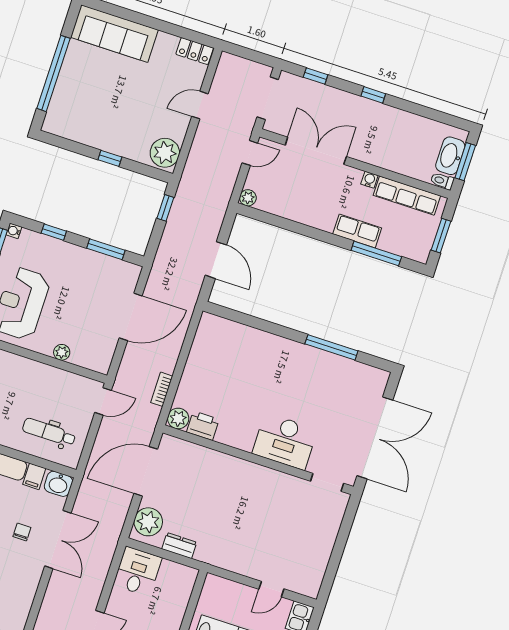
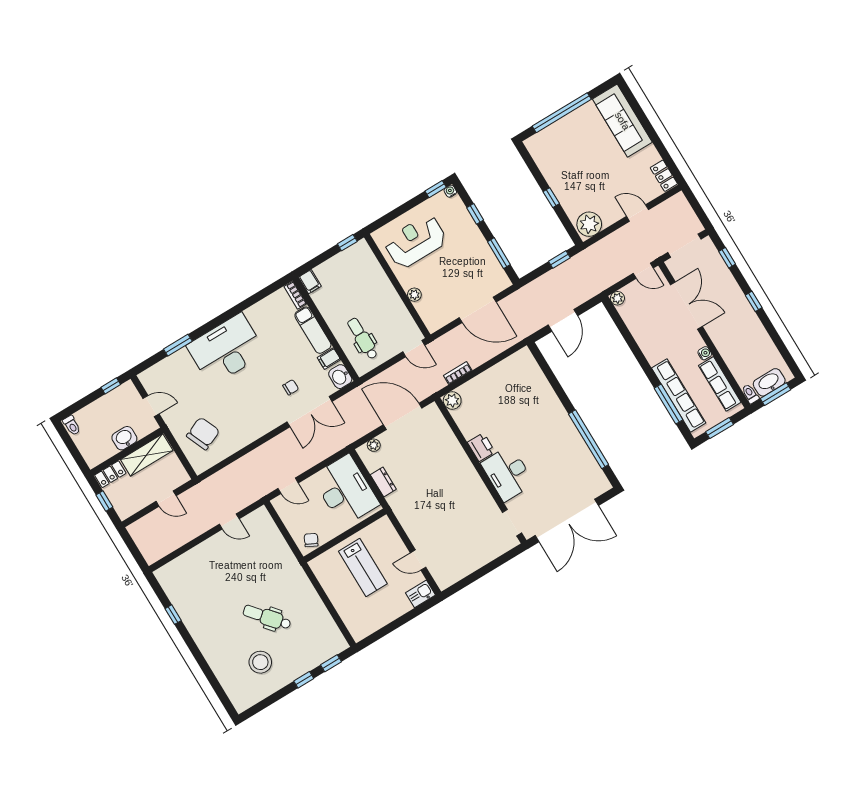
row of seats: (357, 231) -> (679, 395), width x2.02
window: (331, 347) -> (589, 439), width x1.46
printer: (203, 426) -> (481, 447), moved
plant: (148, 522) -> (374, 445), width x0.53, depth x0.53
desk: (138, 571) -> (346, 490), width x1.87, depth x1.30

